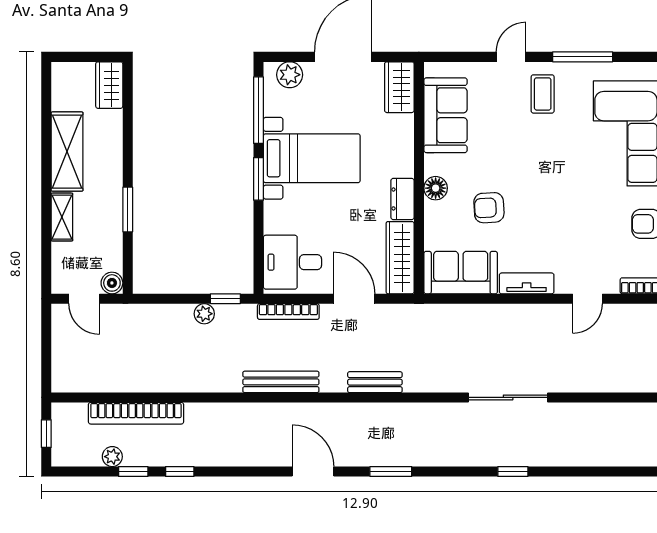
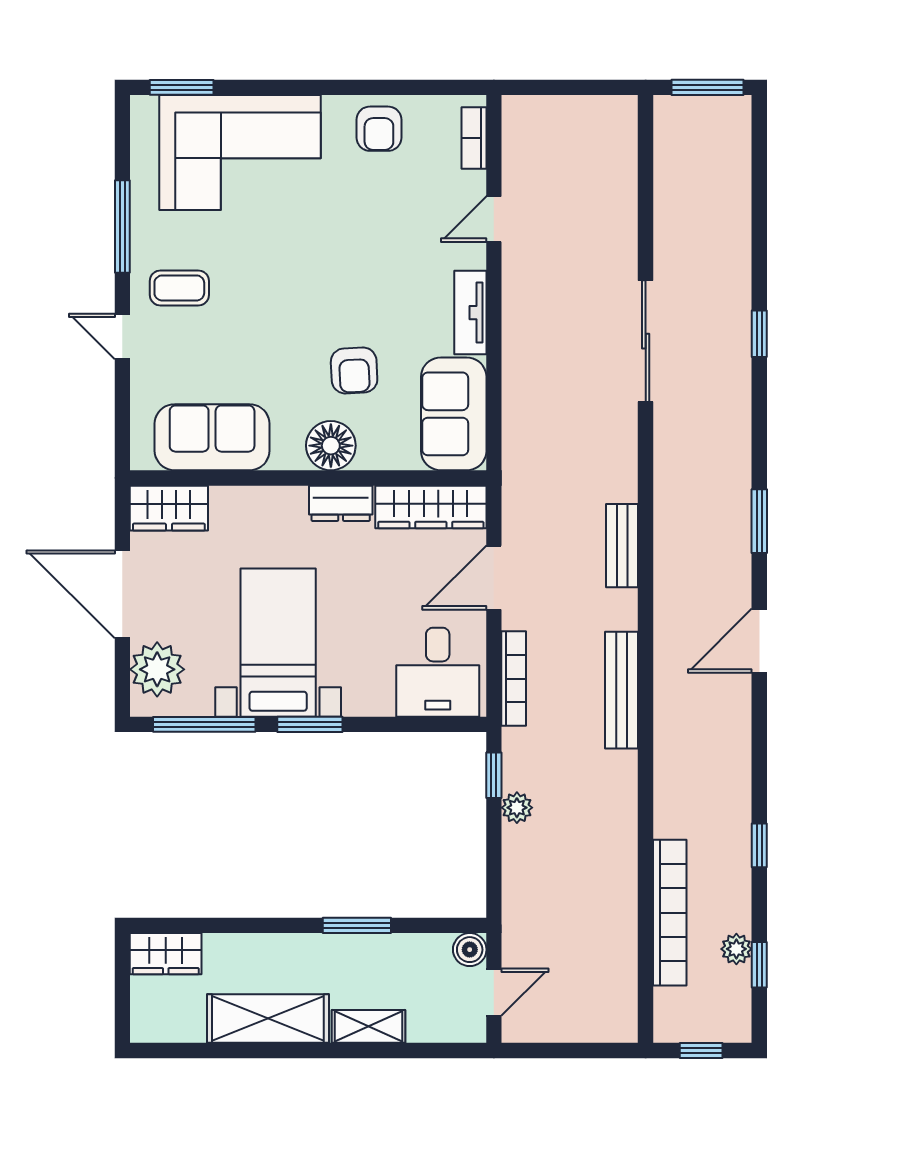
plant: (290, 75) -> (157, 669), width x1.36, depth x1.36
floor lamp: (436, 188) -> (331, 446), width x1.38, depth x1.38
door: (588, 299) -> (494, 219), swing flipped
window: (133, 472) -> (759, 965), moved

